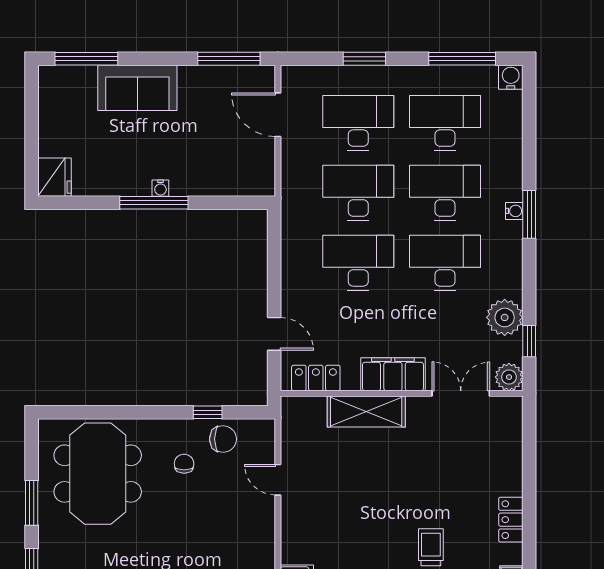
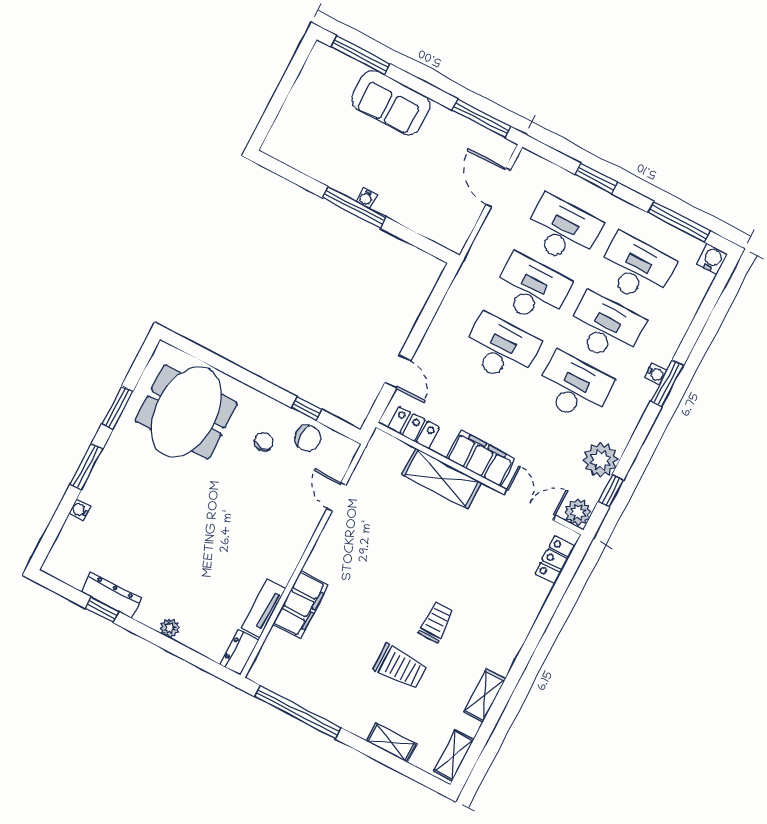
fridge: (55, 177) -> (281, 141), removed
locker: (511, 520) -> (555, 560), moved

